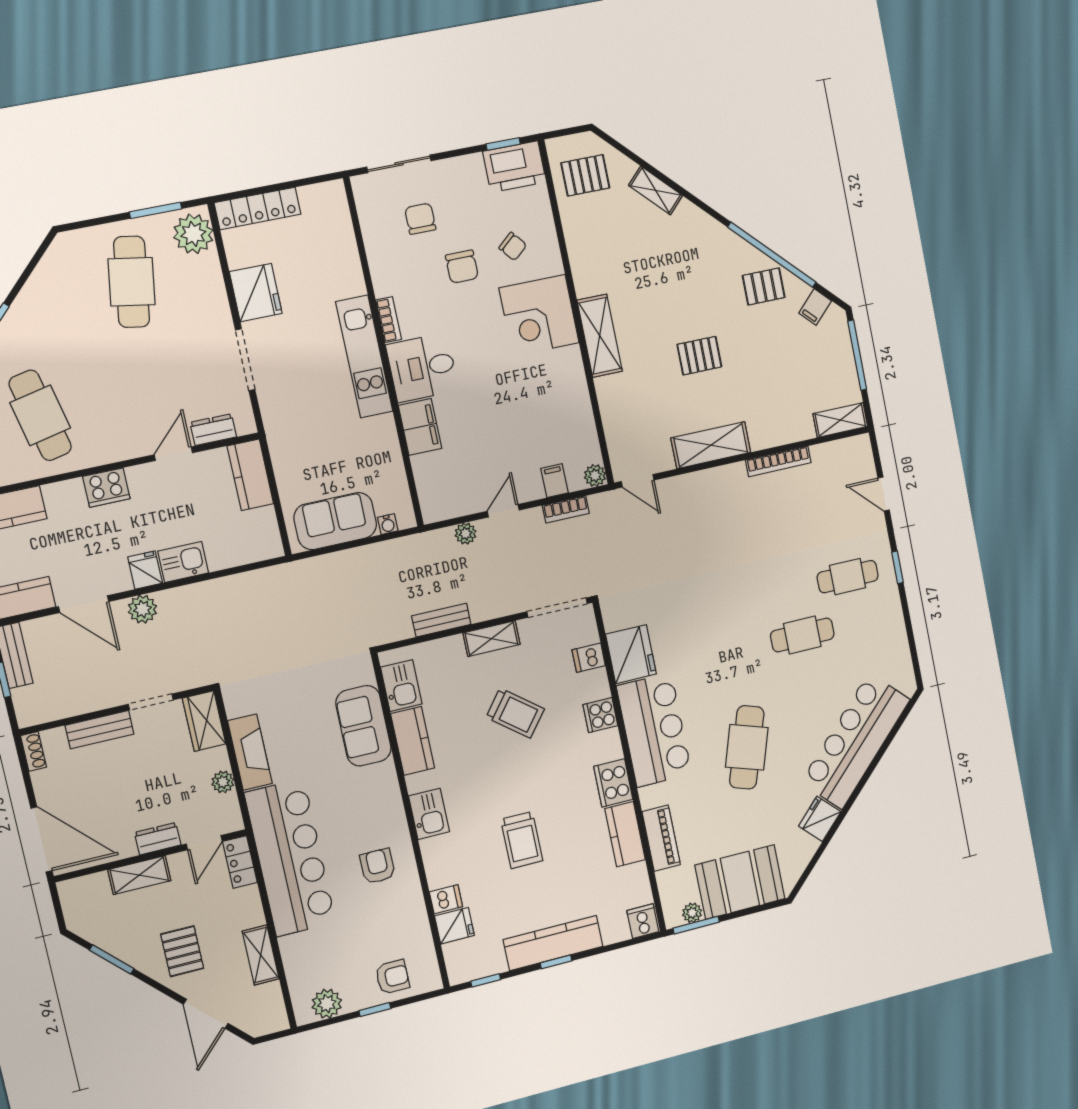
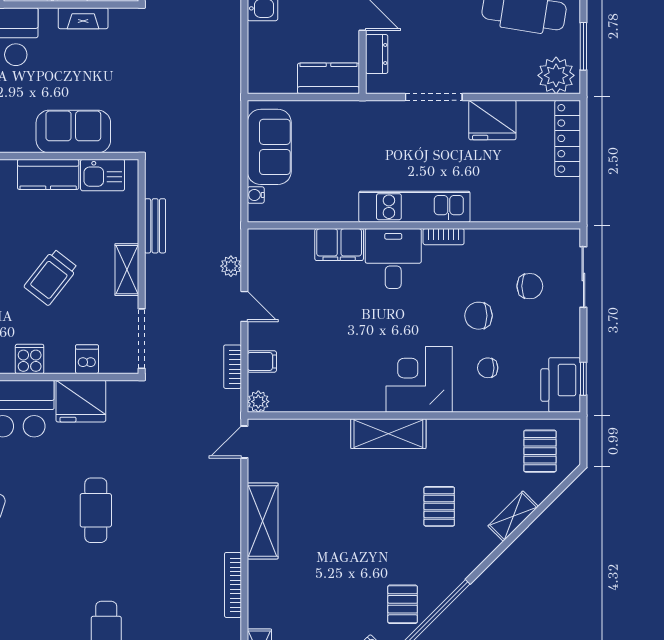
chair: (513, 246) -> (488, 368), turned 40
pallet: (699, 356) -> (439, 506), moved
cafe table: (802, 635) -> (96, 510), moved
fireplace: (250, 752) -> (83, 18), width x0.73, depth x0.76

